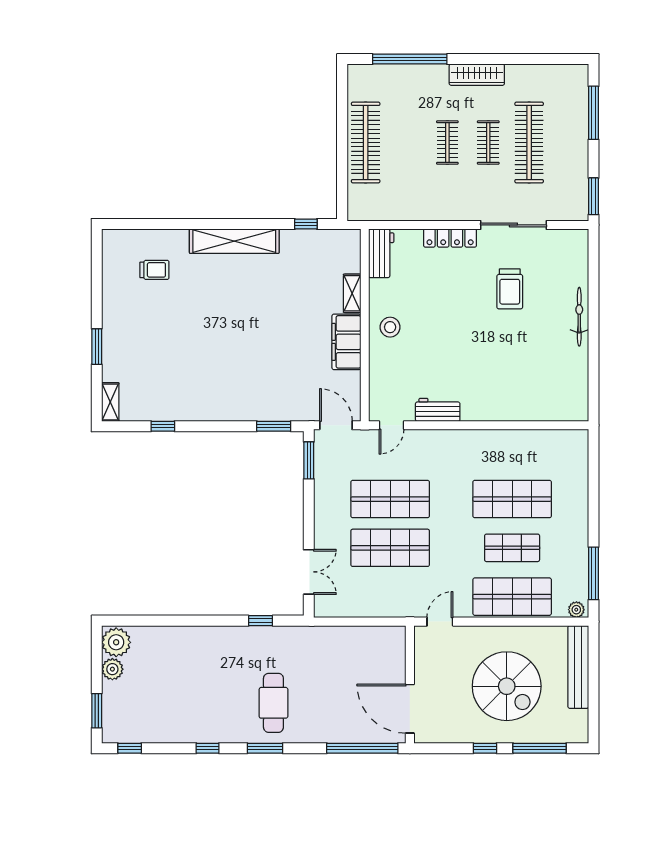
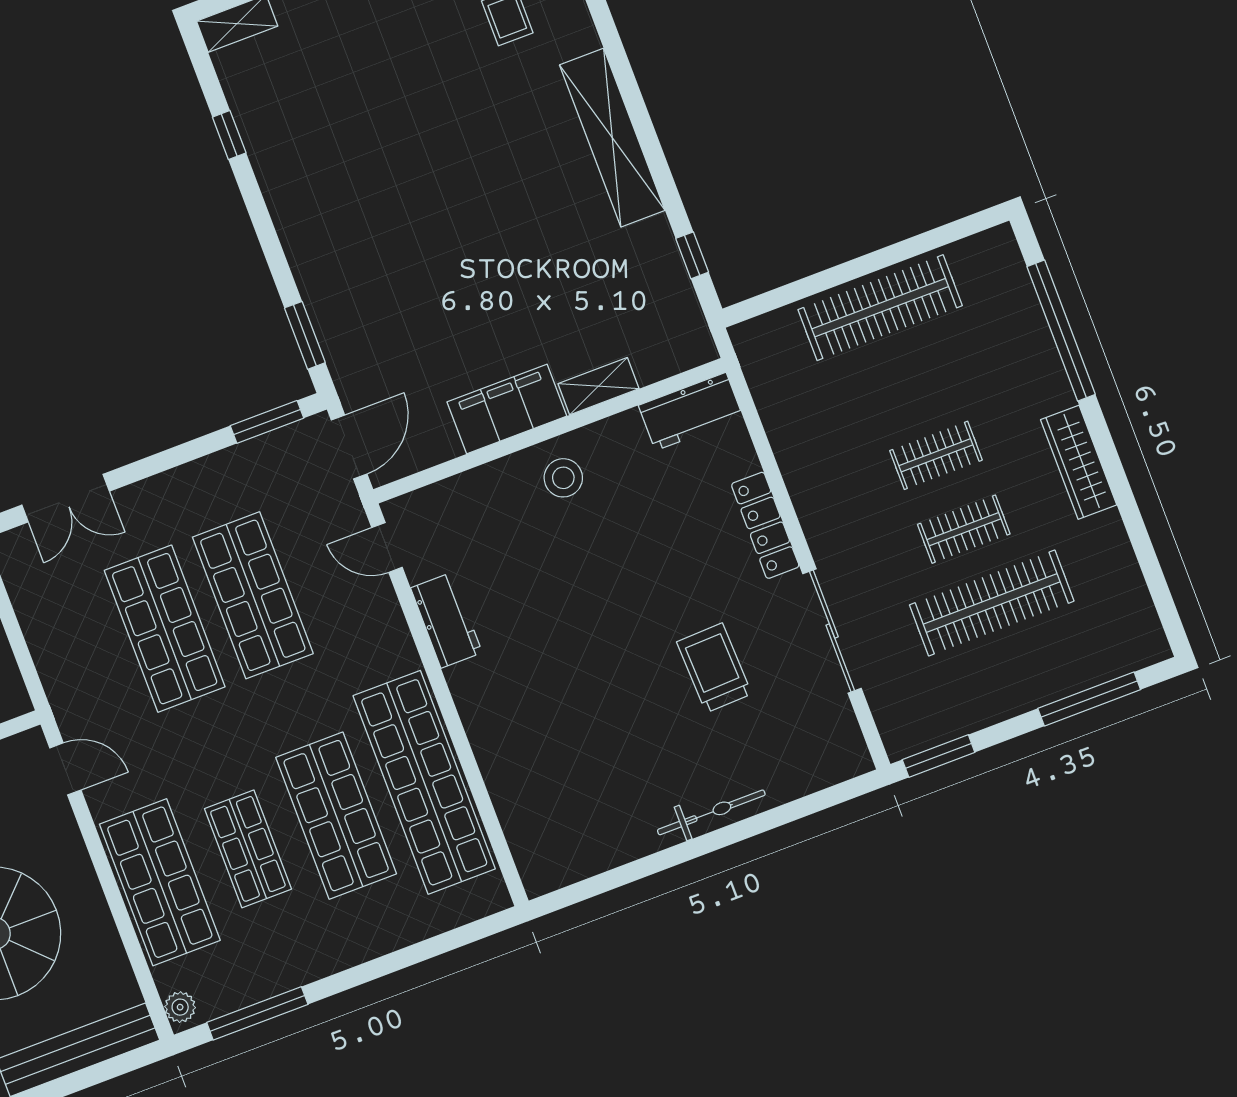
trolley: (510, 289) -> (714, 668), turned 88
shop shelf: (512, 450) -> (424, 782), added

